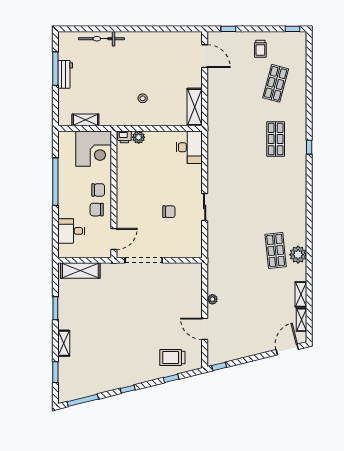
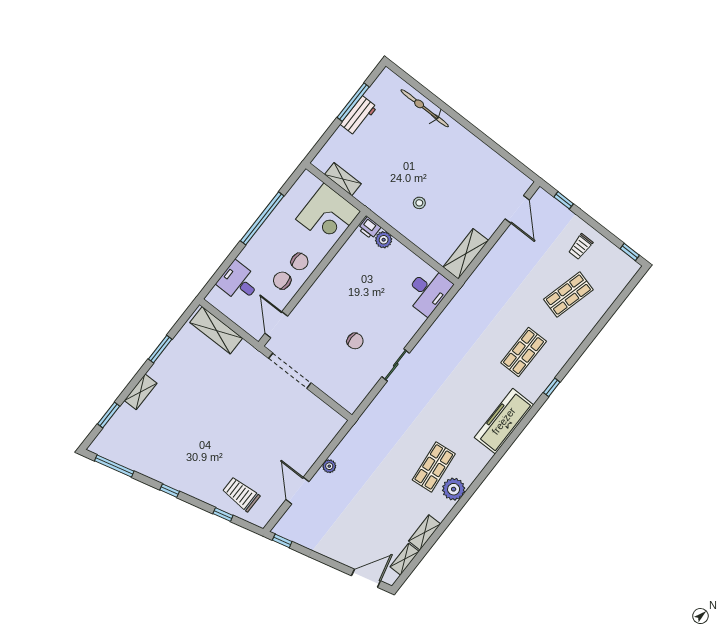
freezer: (296, 190) -> (504, 421), added
door: (114, 239) -> (276, 325), swing flipped

